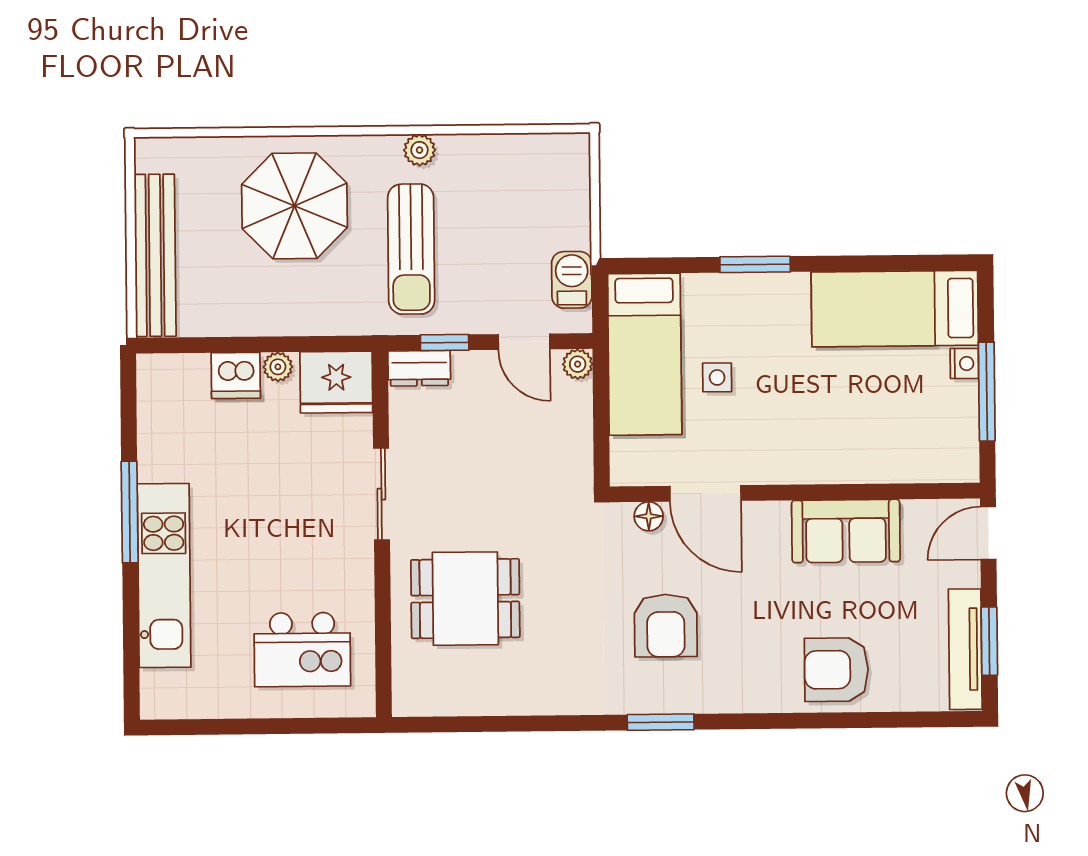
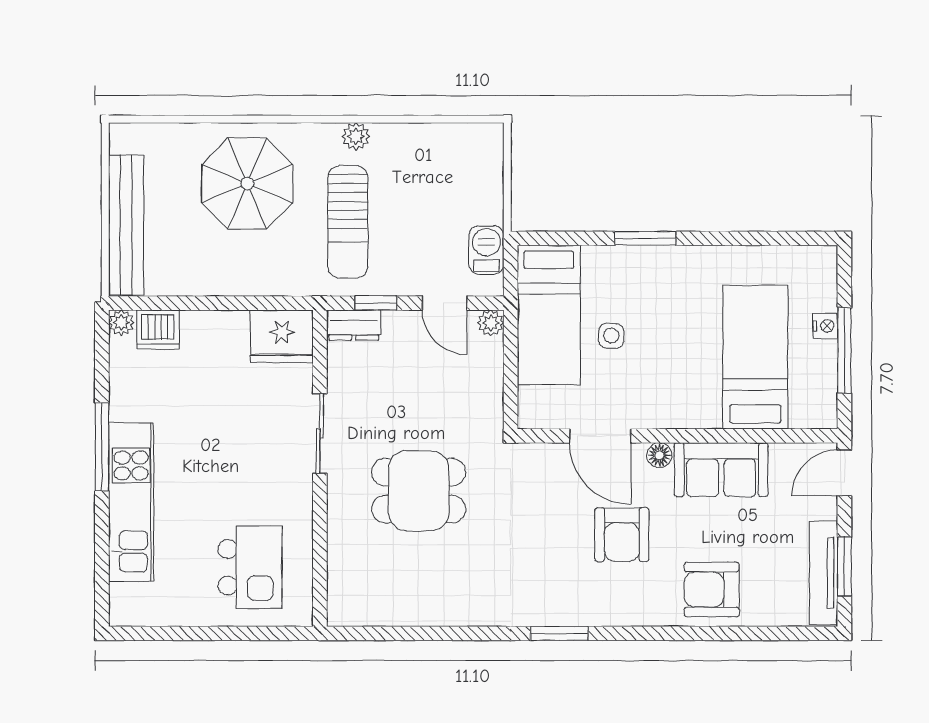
bed: (895, 309) -> (755, 357), moved, turned 90
plant: (278, 367) -> (121, 323), moved
dishwasher: (236, 375) -> (158, 330), moved
floor lamp: (649, 516) -> (659, 455), moved
dining table: (465, 599) -> (419, 491), moved
armchair: (666, 626) -> (622, 535), moved
kitchen island: (302, 650) -> (250, 567), turned -90

